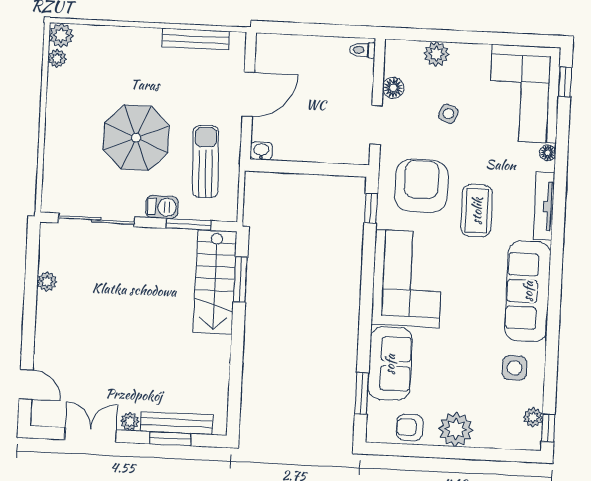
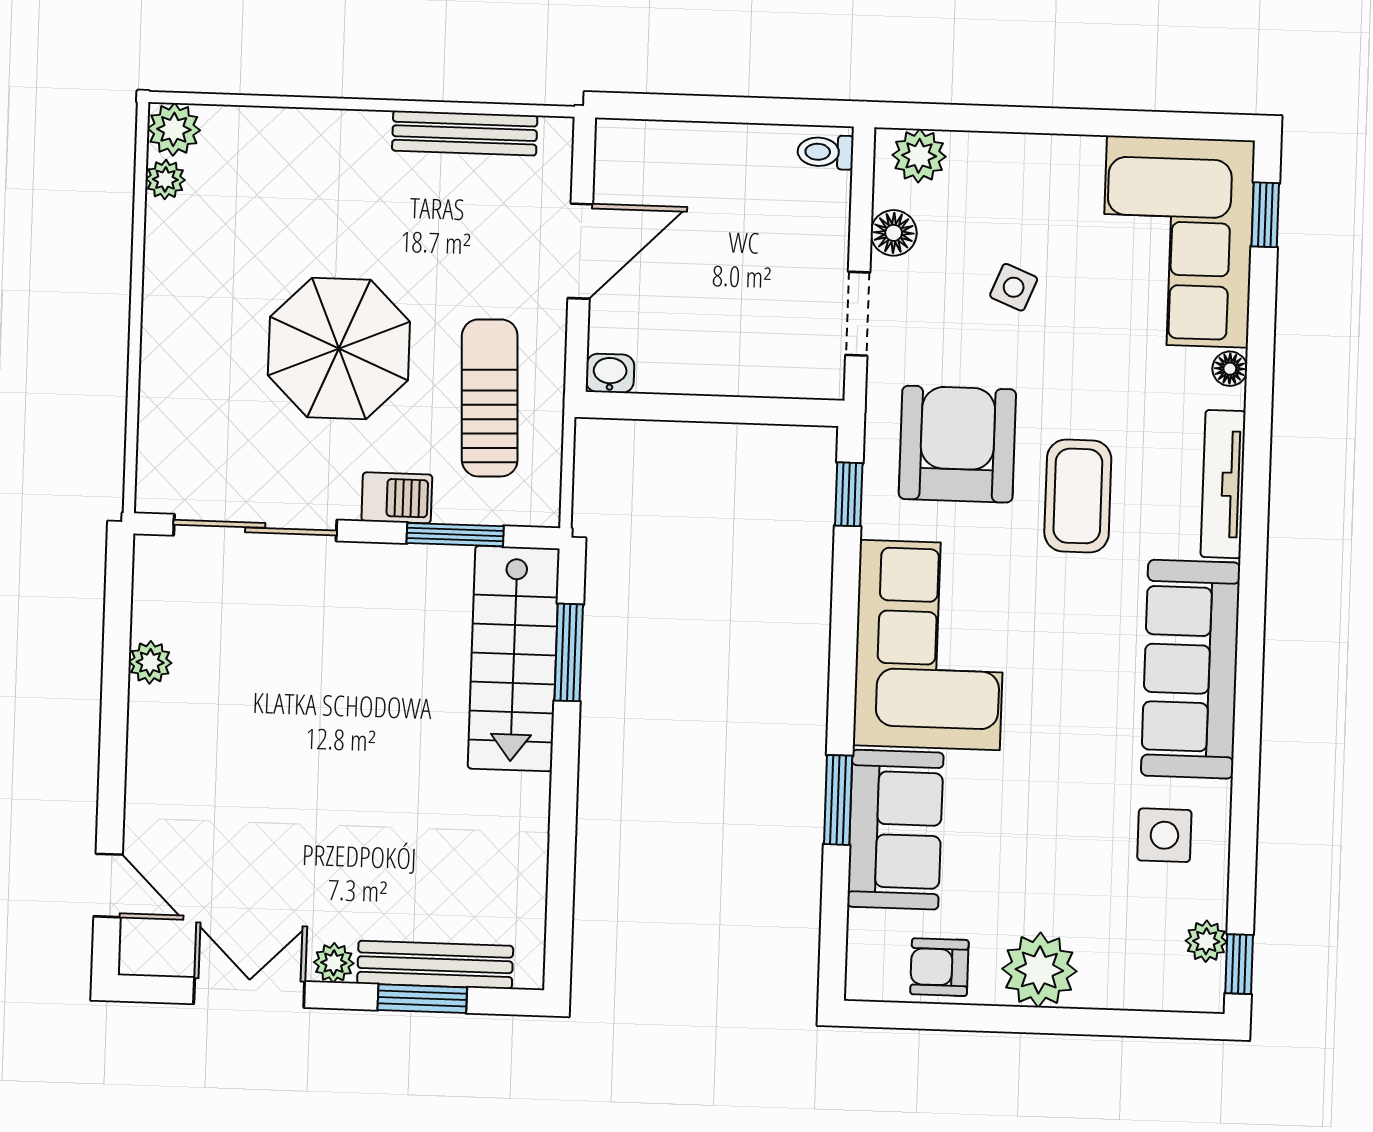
plant: (436, 54) -> (919, 156), moved
window: (362, 393) -> (838, 800), moved

